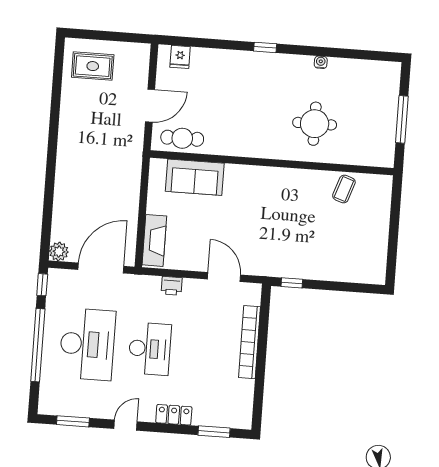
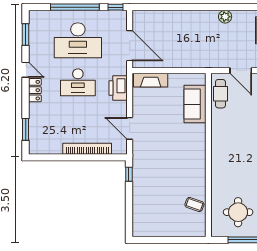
round table: (315, 124) -> (238, 212), moved
plant: (59, 252) -> (225, 17), moved
door: (224, 277) -> (130, 128), swing flipped
printer: (172, 286) -> (118, 88), width x1.87, depth x1.48
locker: (174, 415) -> (35, 90), moved

